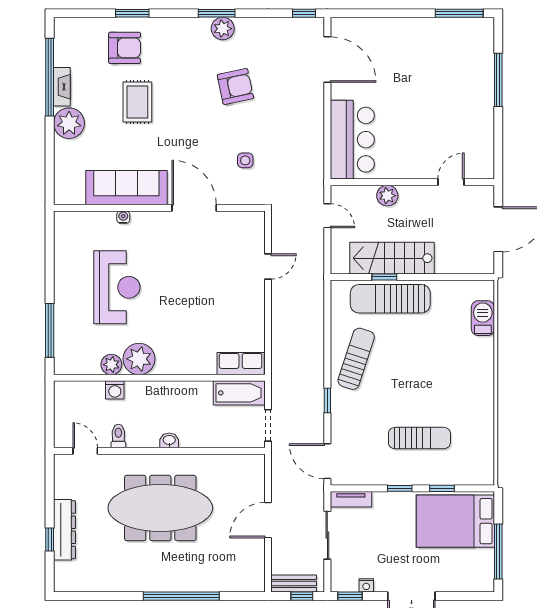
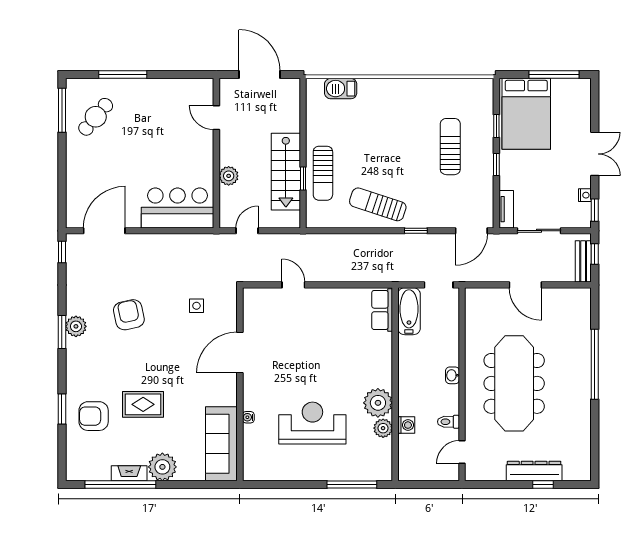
armchair: (125, 48) -> (94, 416), turned -90
cafe table: (452, 50) -> (96, 117), added
sofa: (126, 188) -> (221, 444), moved
sun lounger: (390, 299) -> (323, 173), width x0.73, depth x0.75

